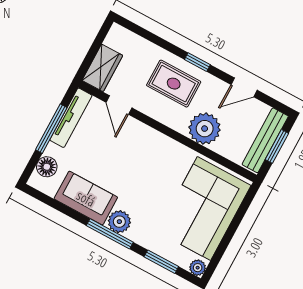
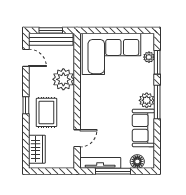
wardrobe: (102, 68) -> (37, 149), moved, turned 90
door: (244, 87) -> (26, 58), moved
plant: (198, 268) -> (149, 57), moved

